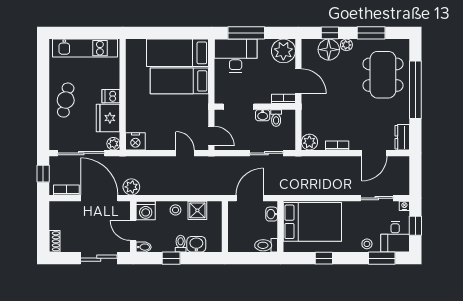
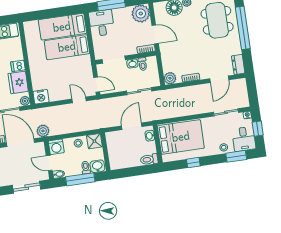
desk: (236, 56) -> (102, 23), width x0.73
wall: (225, 227) -> (105, 152), moved
window: (171, 258) -> (80, 179), width x2.17

